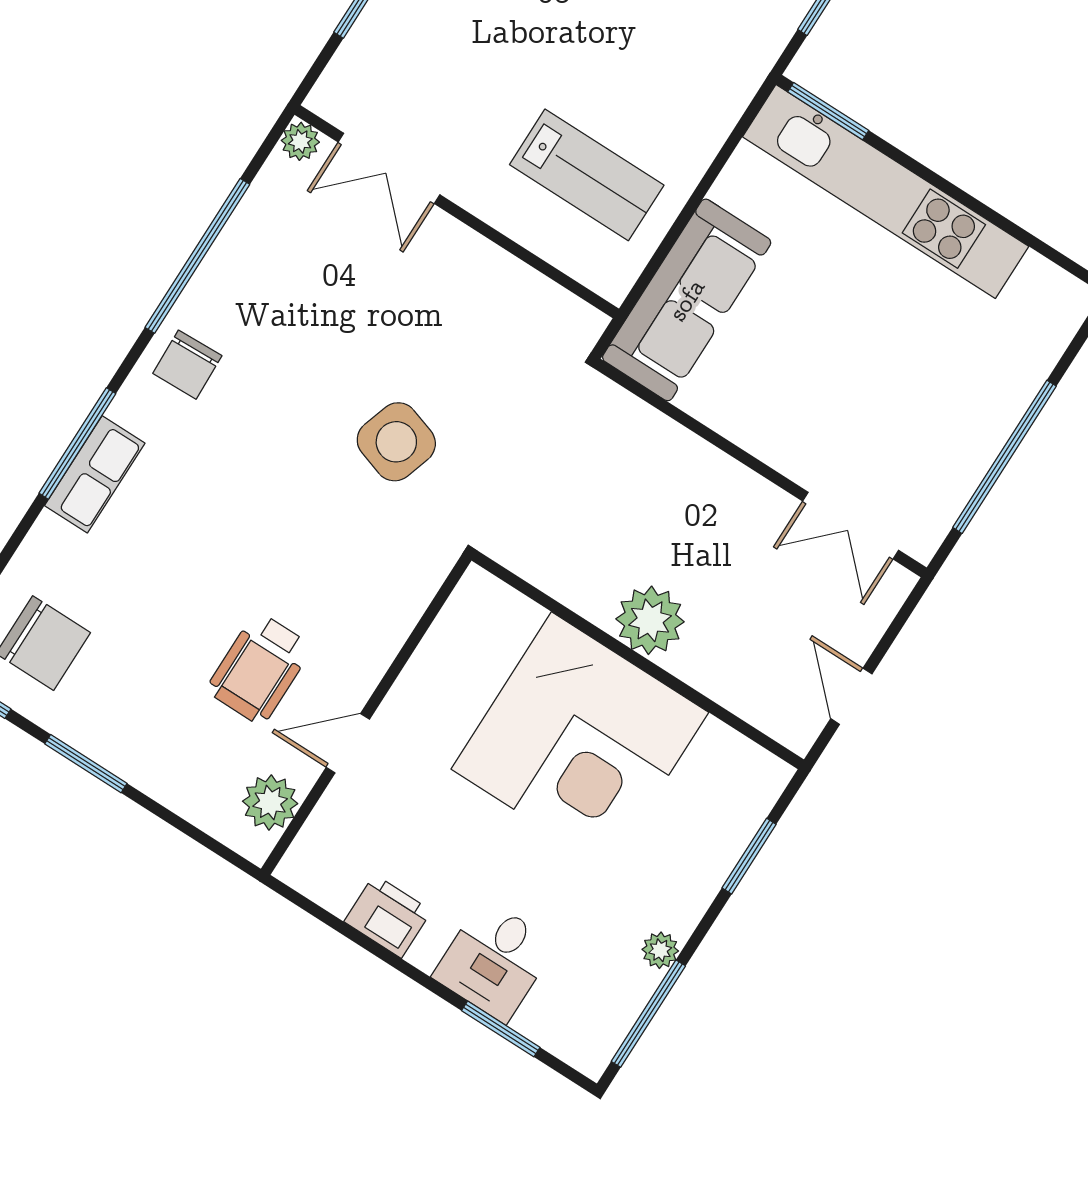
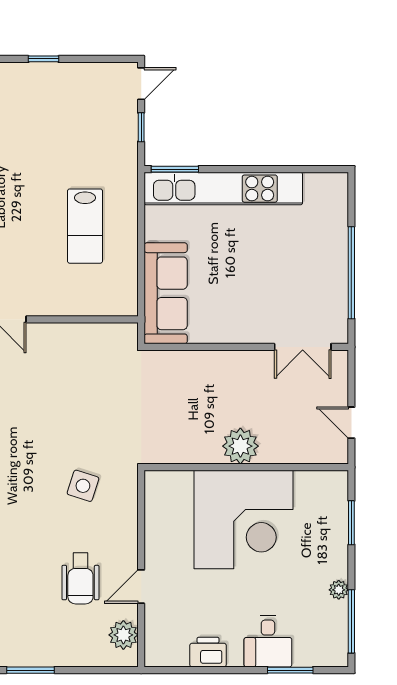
lab bench: (587, 175) -> (85, 226), moved, turned 90
side table: (396, 442) -> (83, 486), moved, width x0.73, depth x0.73

